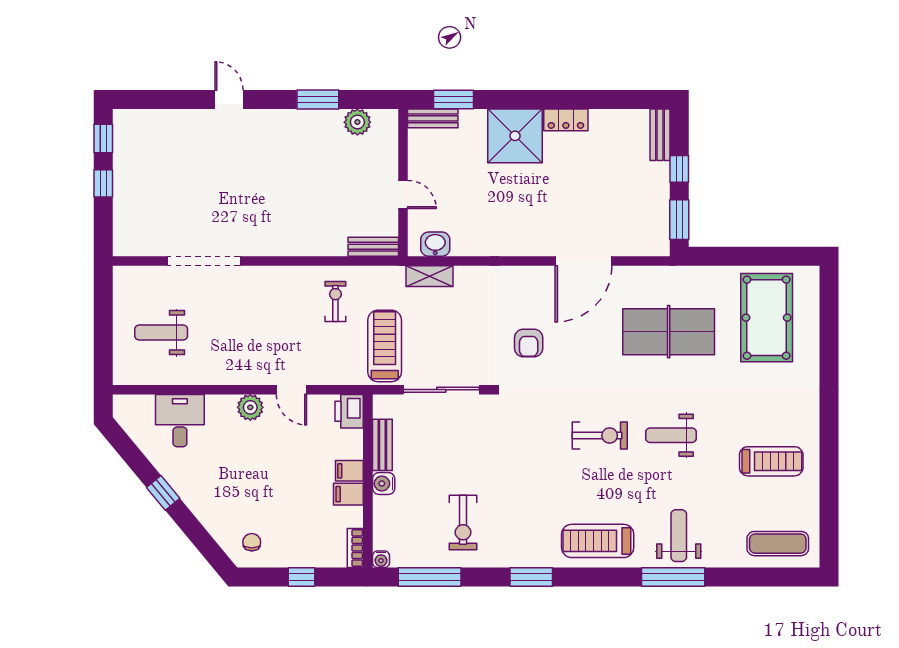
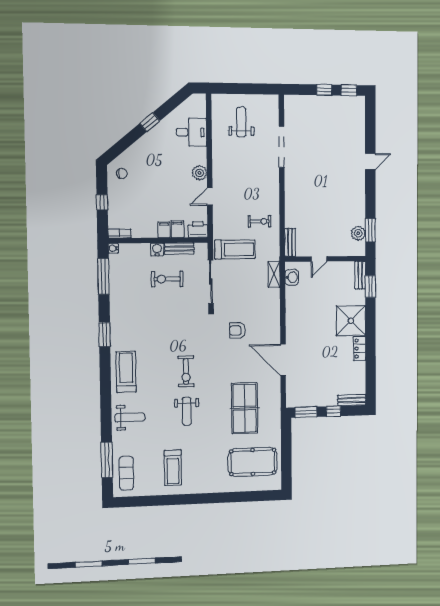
window: (318, 99) -> (370, 230), moved
weight bench: (671, 435) -> (187, 411), turned 180
filing cabinet: (348, 494) -> (177, 229), moved
exercise bike: (463, 522) -> (167, 279), moved
window: (673, 577) -> (107, 460), moved

